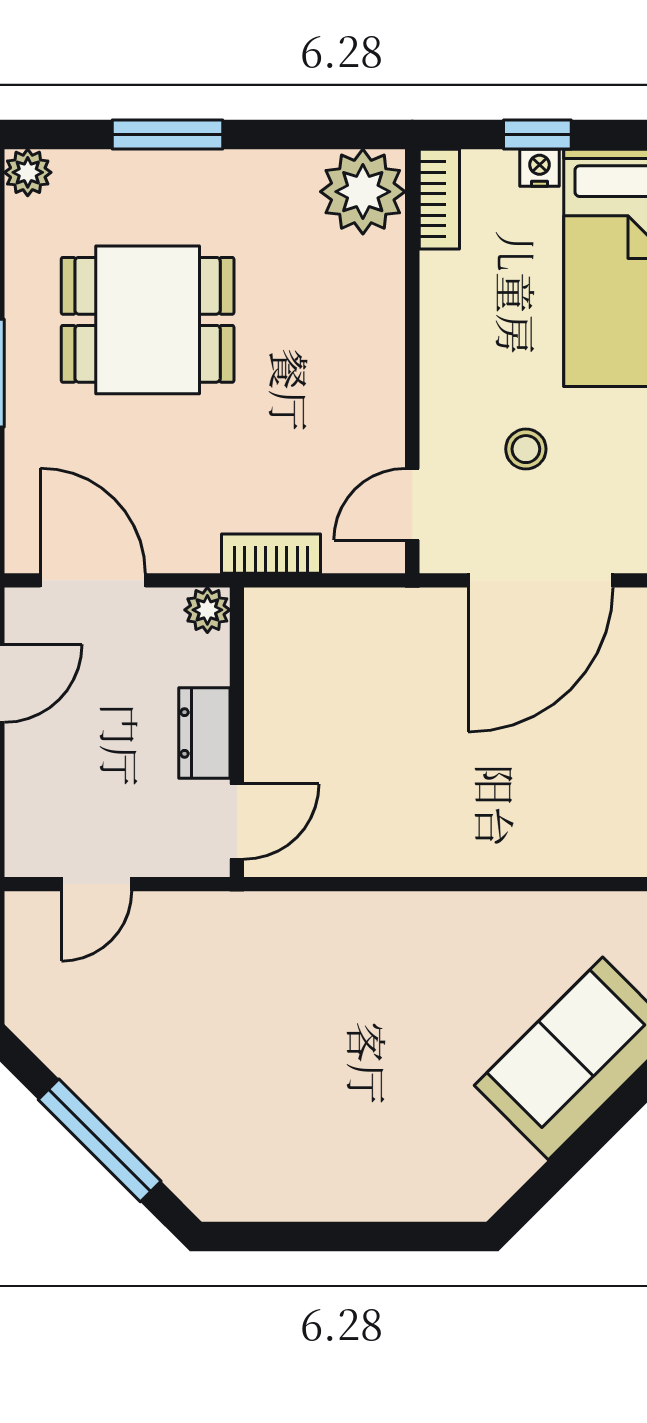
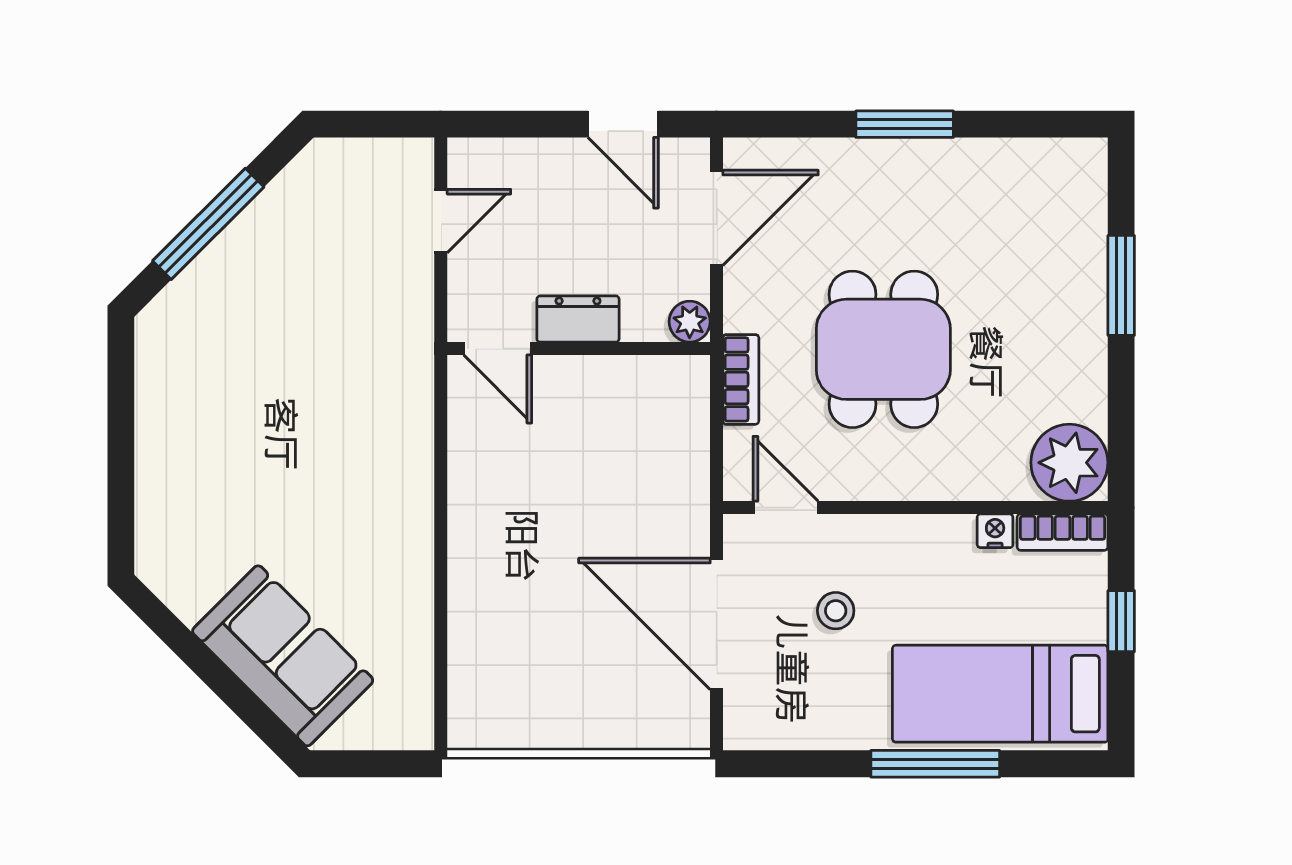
nightstand: (540, 168) -> (995, 531), moved, turned -90
plant: (28, 172) -> (1087, 159), removed
dining table: (148, 320) -> (883, 349), moved
door: (96, 884) -> (441, 221), swing flipped

